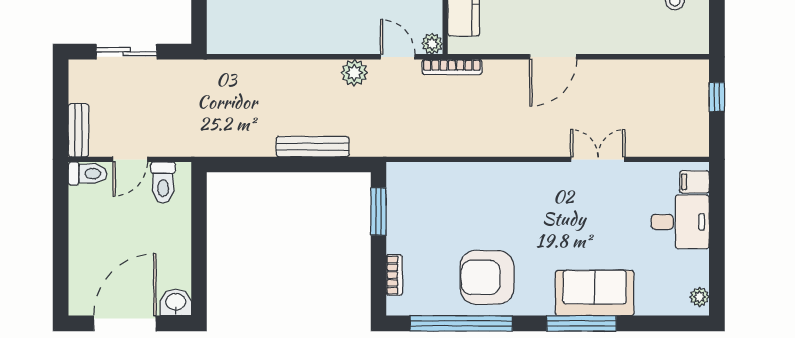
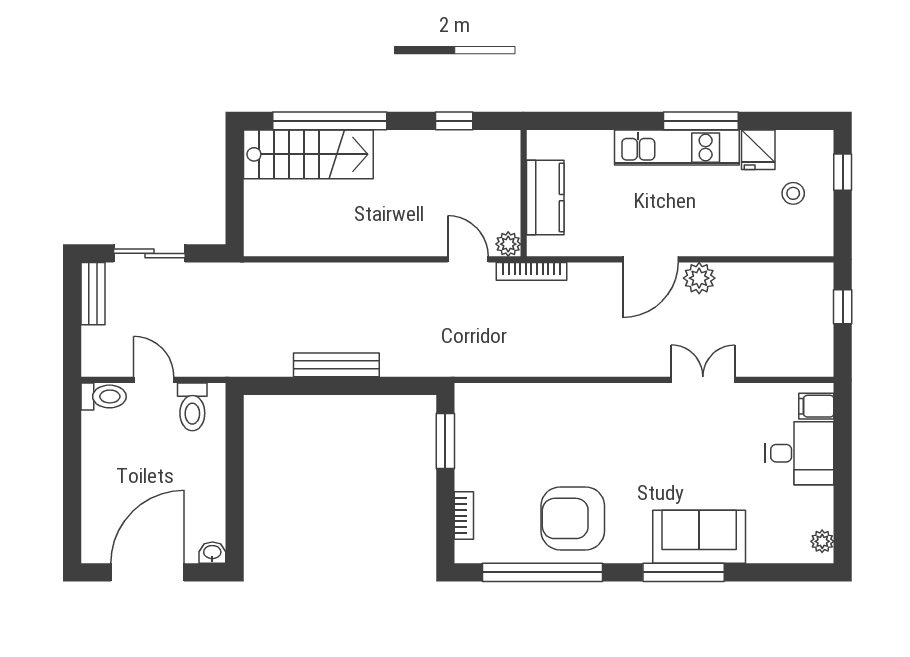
plant: (354, 73) -> (699, 278), moved
bench: (78, 130) -> (93, 294), moved
bench: (313, 147) -> (336, 365), moved
door: (130, 159) -> (154, 380), swing flipped
washbasin: (176, 303) -> (212, 553), width x0.72, depth x0.69

